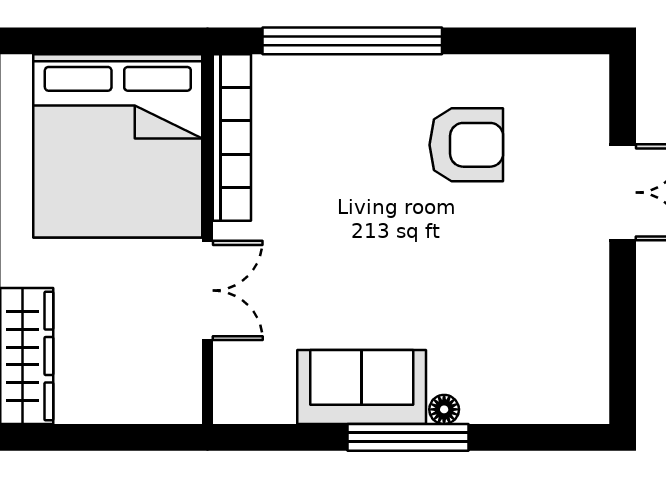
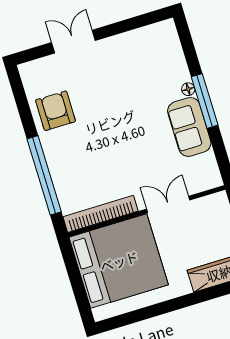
armchair: (466, 145) -> (55, 111), moved

